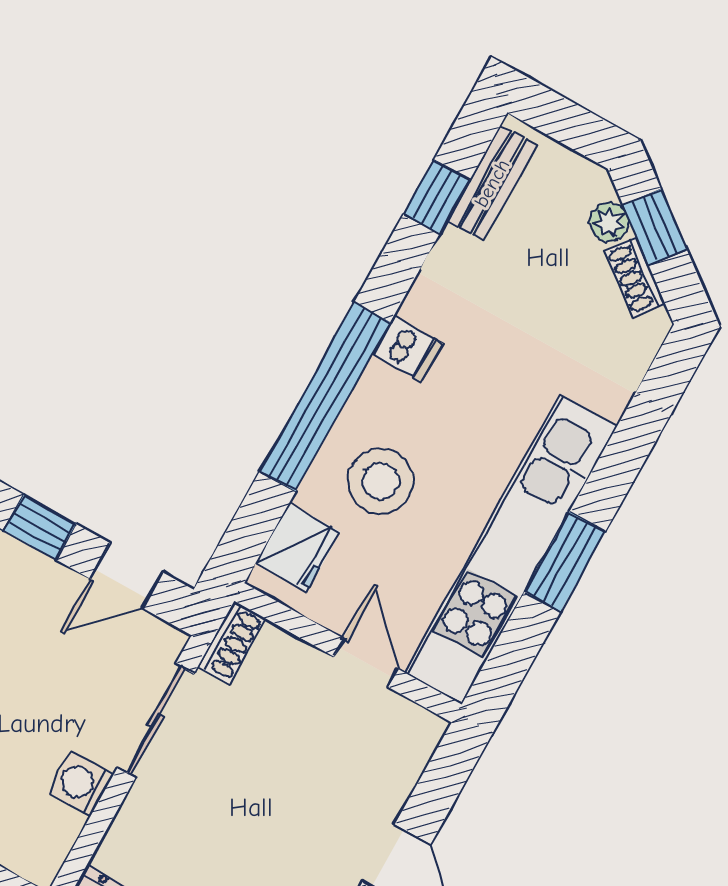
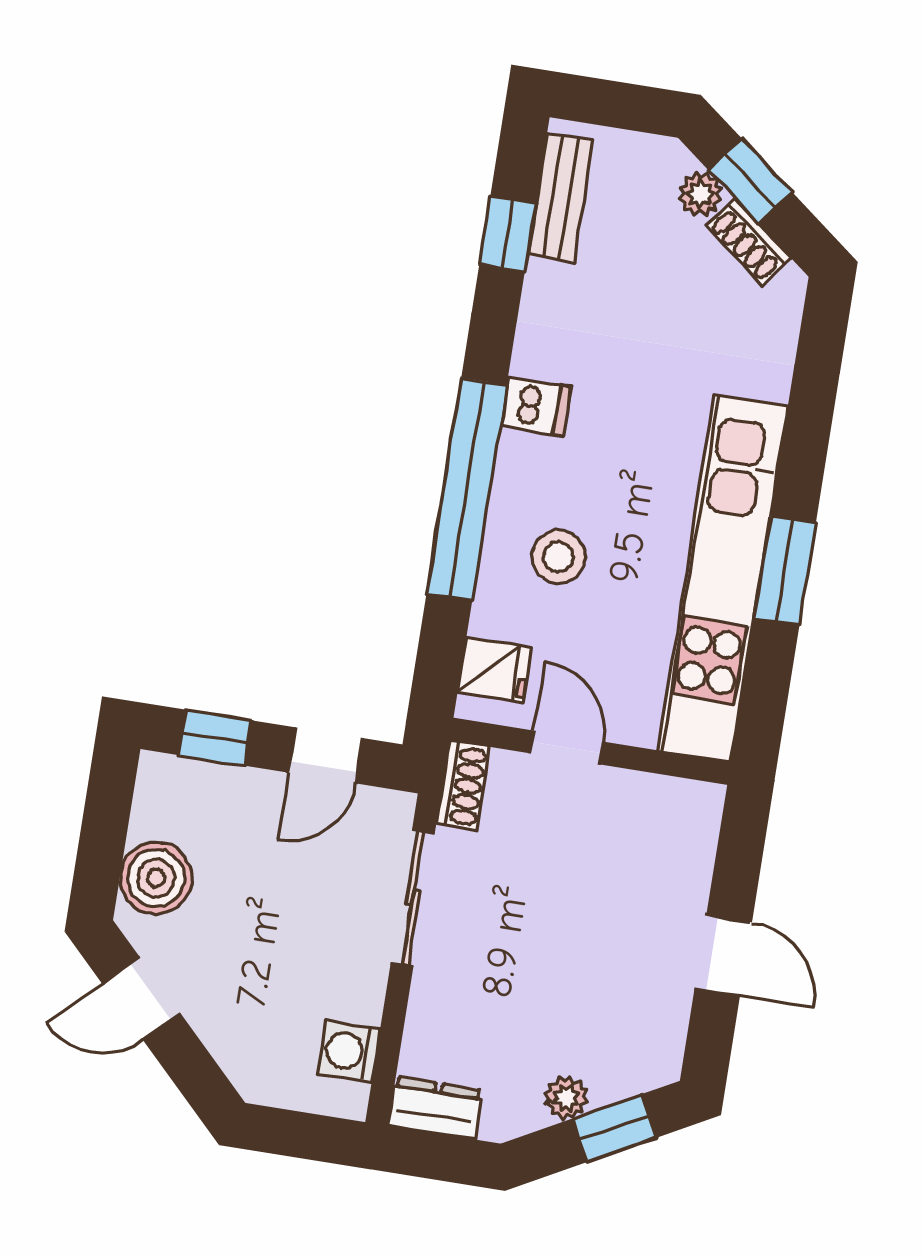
stool: (381, 481) -> (558, 557), width x0.73, depth x0.73
fridge: (298, 547) -> (495, 670), width x0.72
door: (366, 663) -> (567, 748), moved
washing machine: (81, 784) -> (349, 1051), moved

